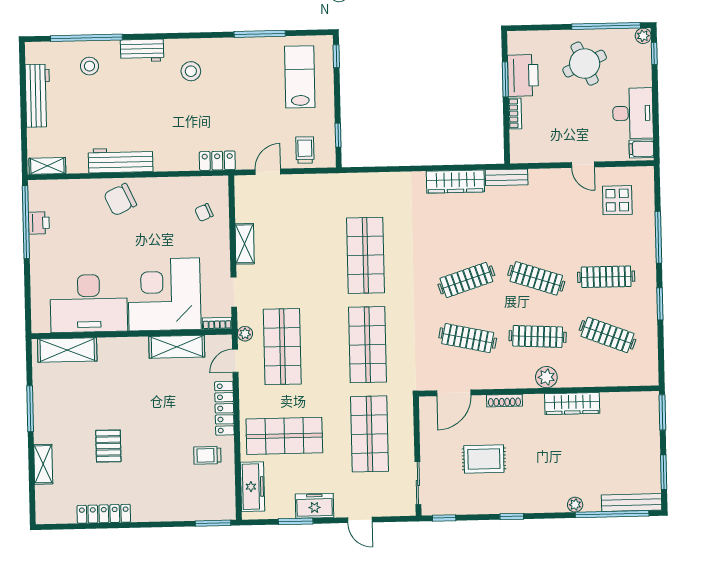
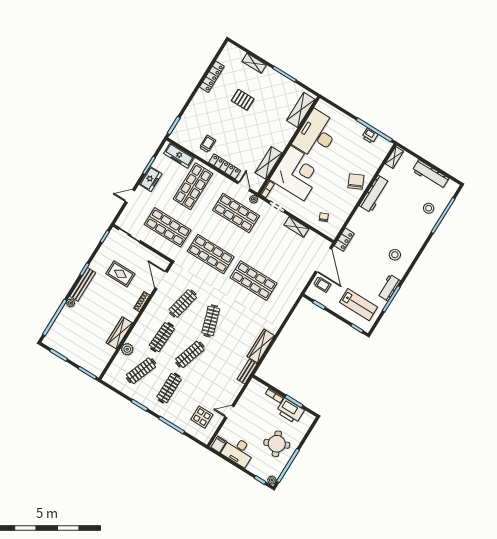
workbench: (142, 50) -> (389, 288), moved
door: (268, 172) -> (323, 260), width x1.88
plant: (546, 377) -> (127, 349), moved
rug: (484, 459) -> (120, 274), turned 90
bench: (632, 502) -> (83, 284), moved

